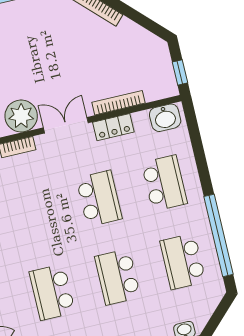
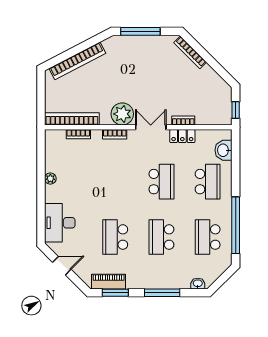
bookcase: (118, 103) -> (183, 120), width x0.64
washbasin: (165, 118) -> (224, 150), moved, turned 90

